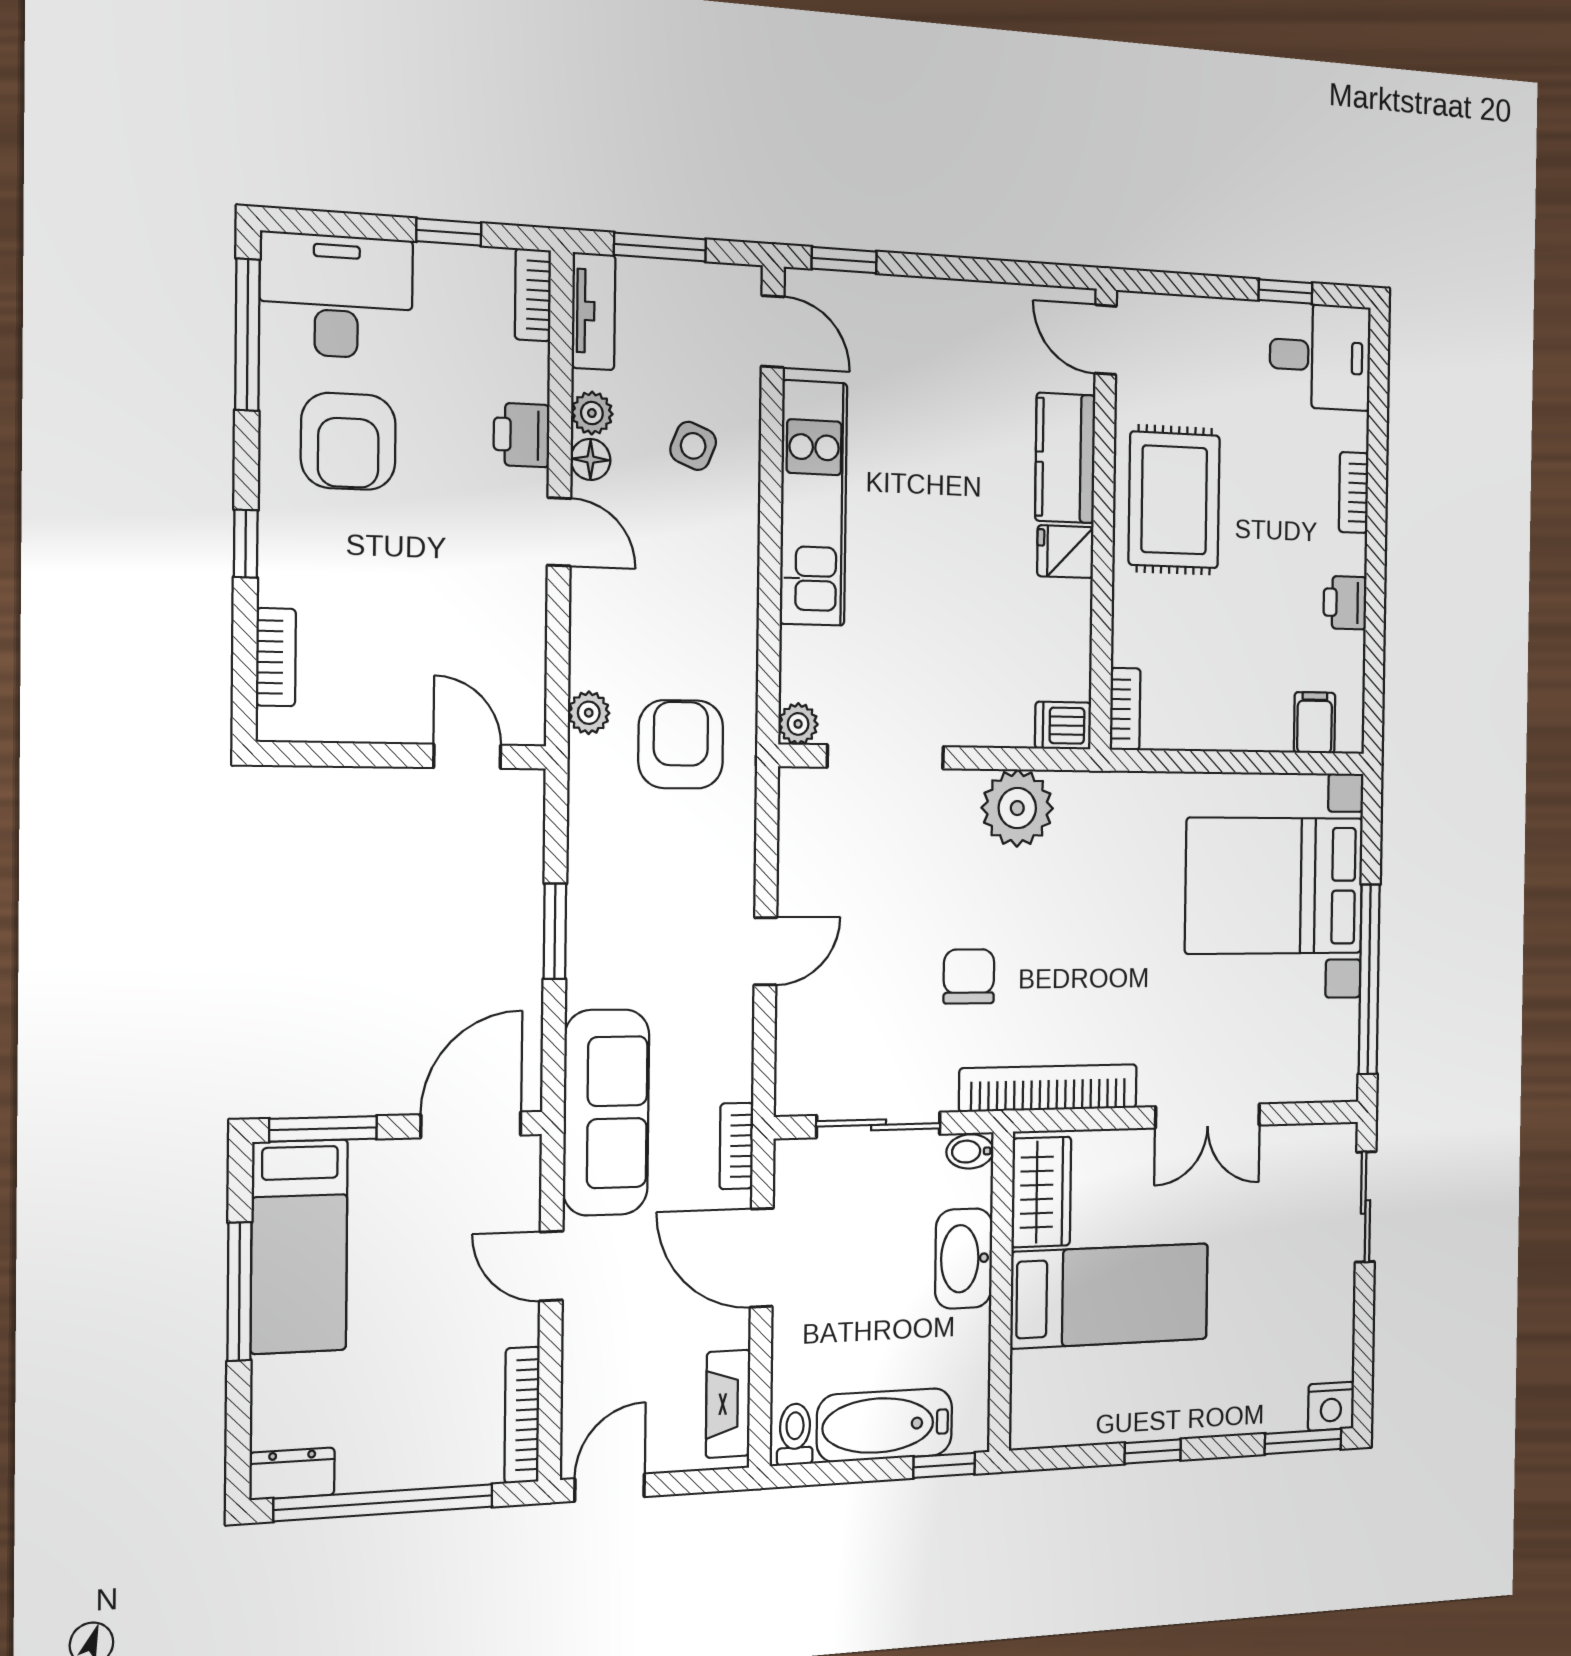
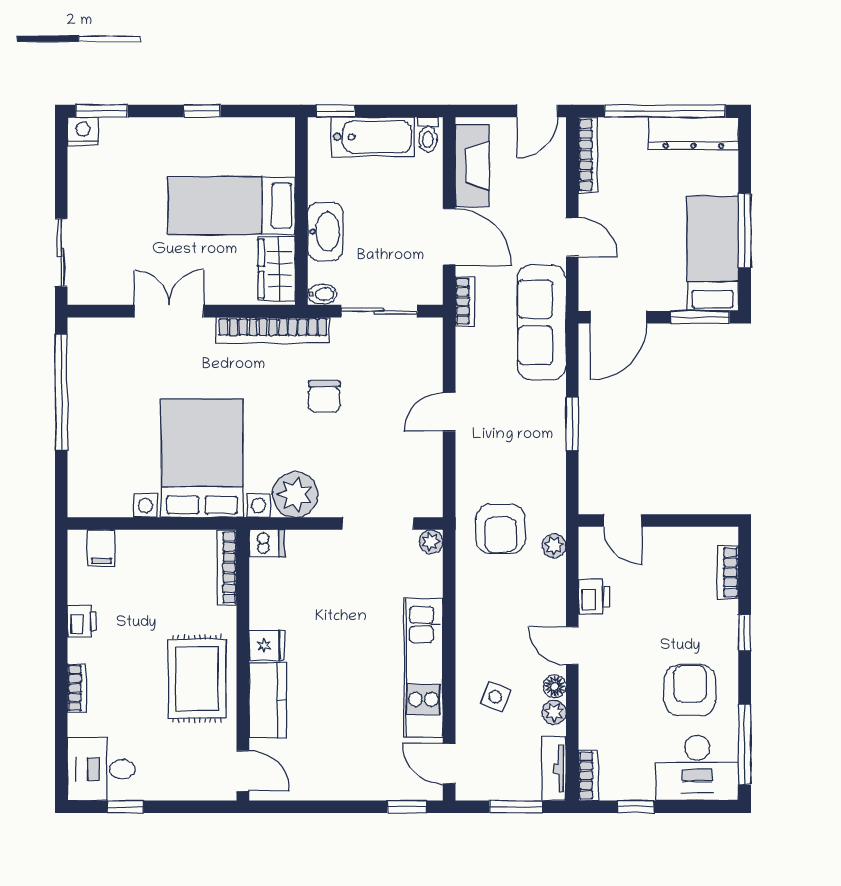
printer: (522, 435) -> (594, 597), moved
bookcase: (1125, 709) -> (227, 567), width x1.56
bed with nightstands: (1275, 886) -> (202, 458), moved, turned -90
fireplace: (728, 1404) -> (472, 166), width x1.37, depth x1.32
dresser: (292, 1474) -> (693, 133), width x1.96, depth x1.24

